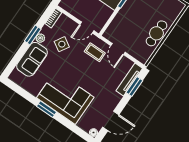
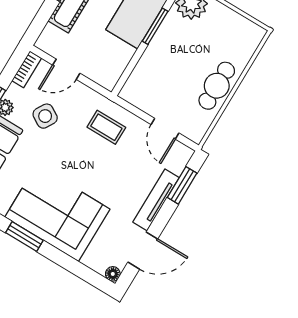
door: (87, 27) -> (66, 69), moved
door: (118, 49) -> (165, 129), moved
tv unit: (129, 80) -> (156, 200), moved

